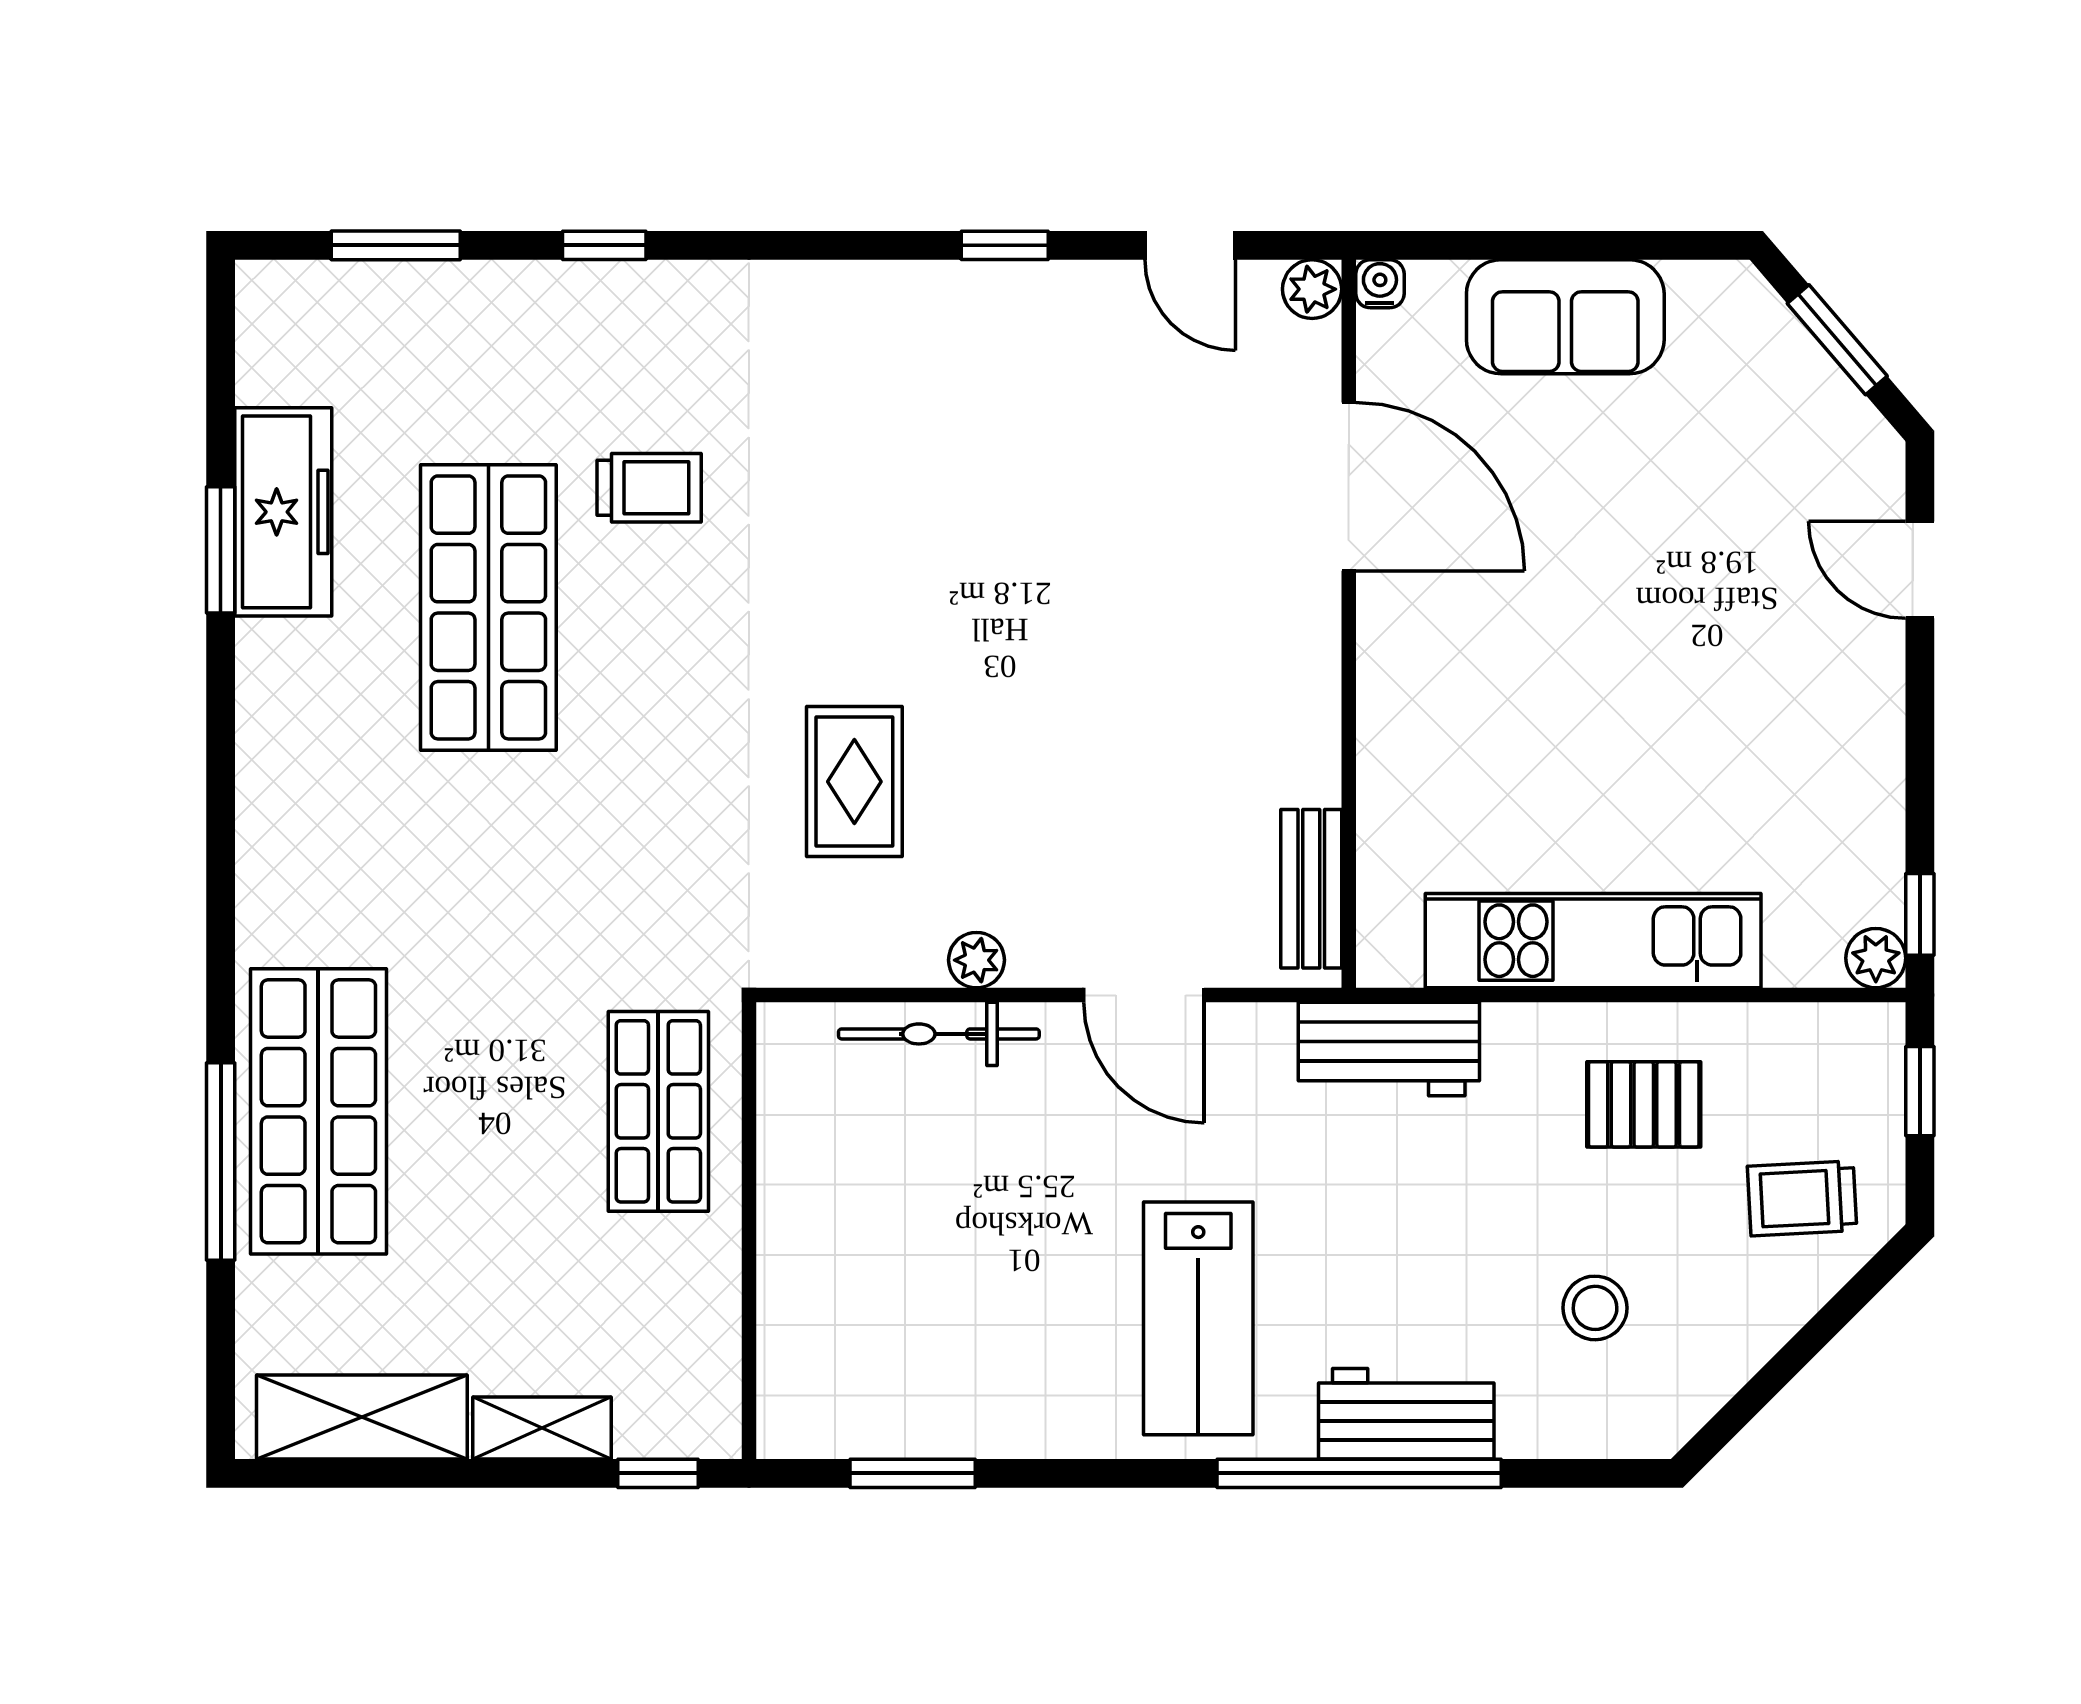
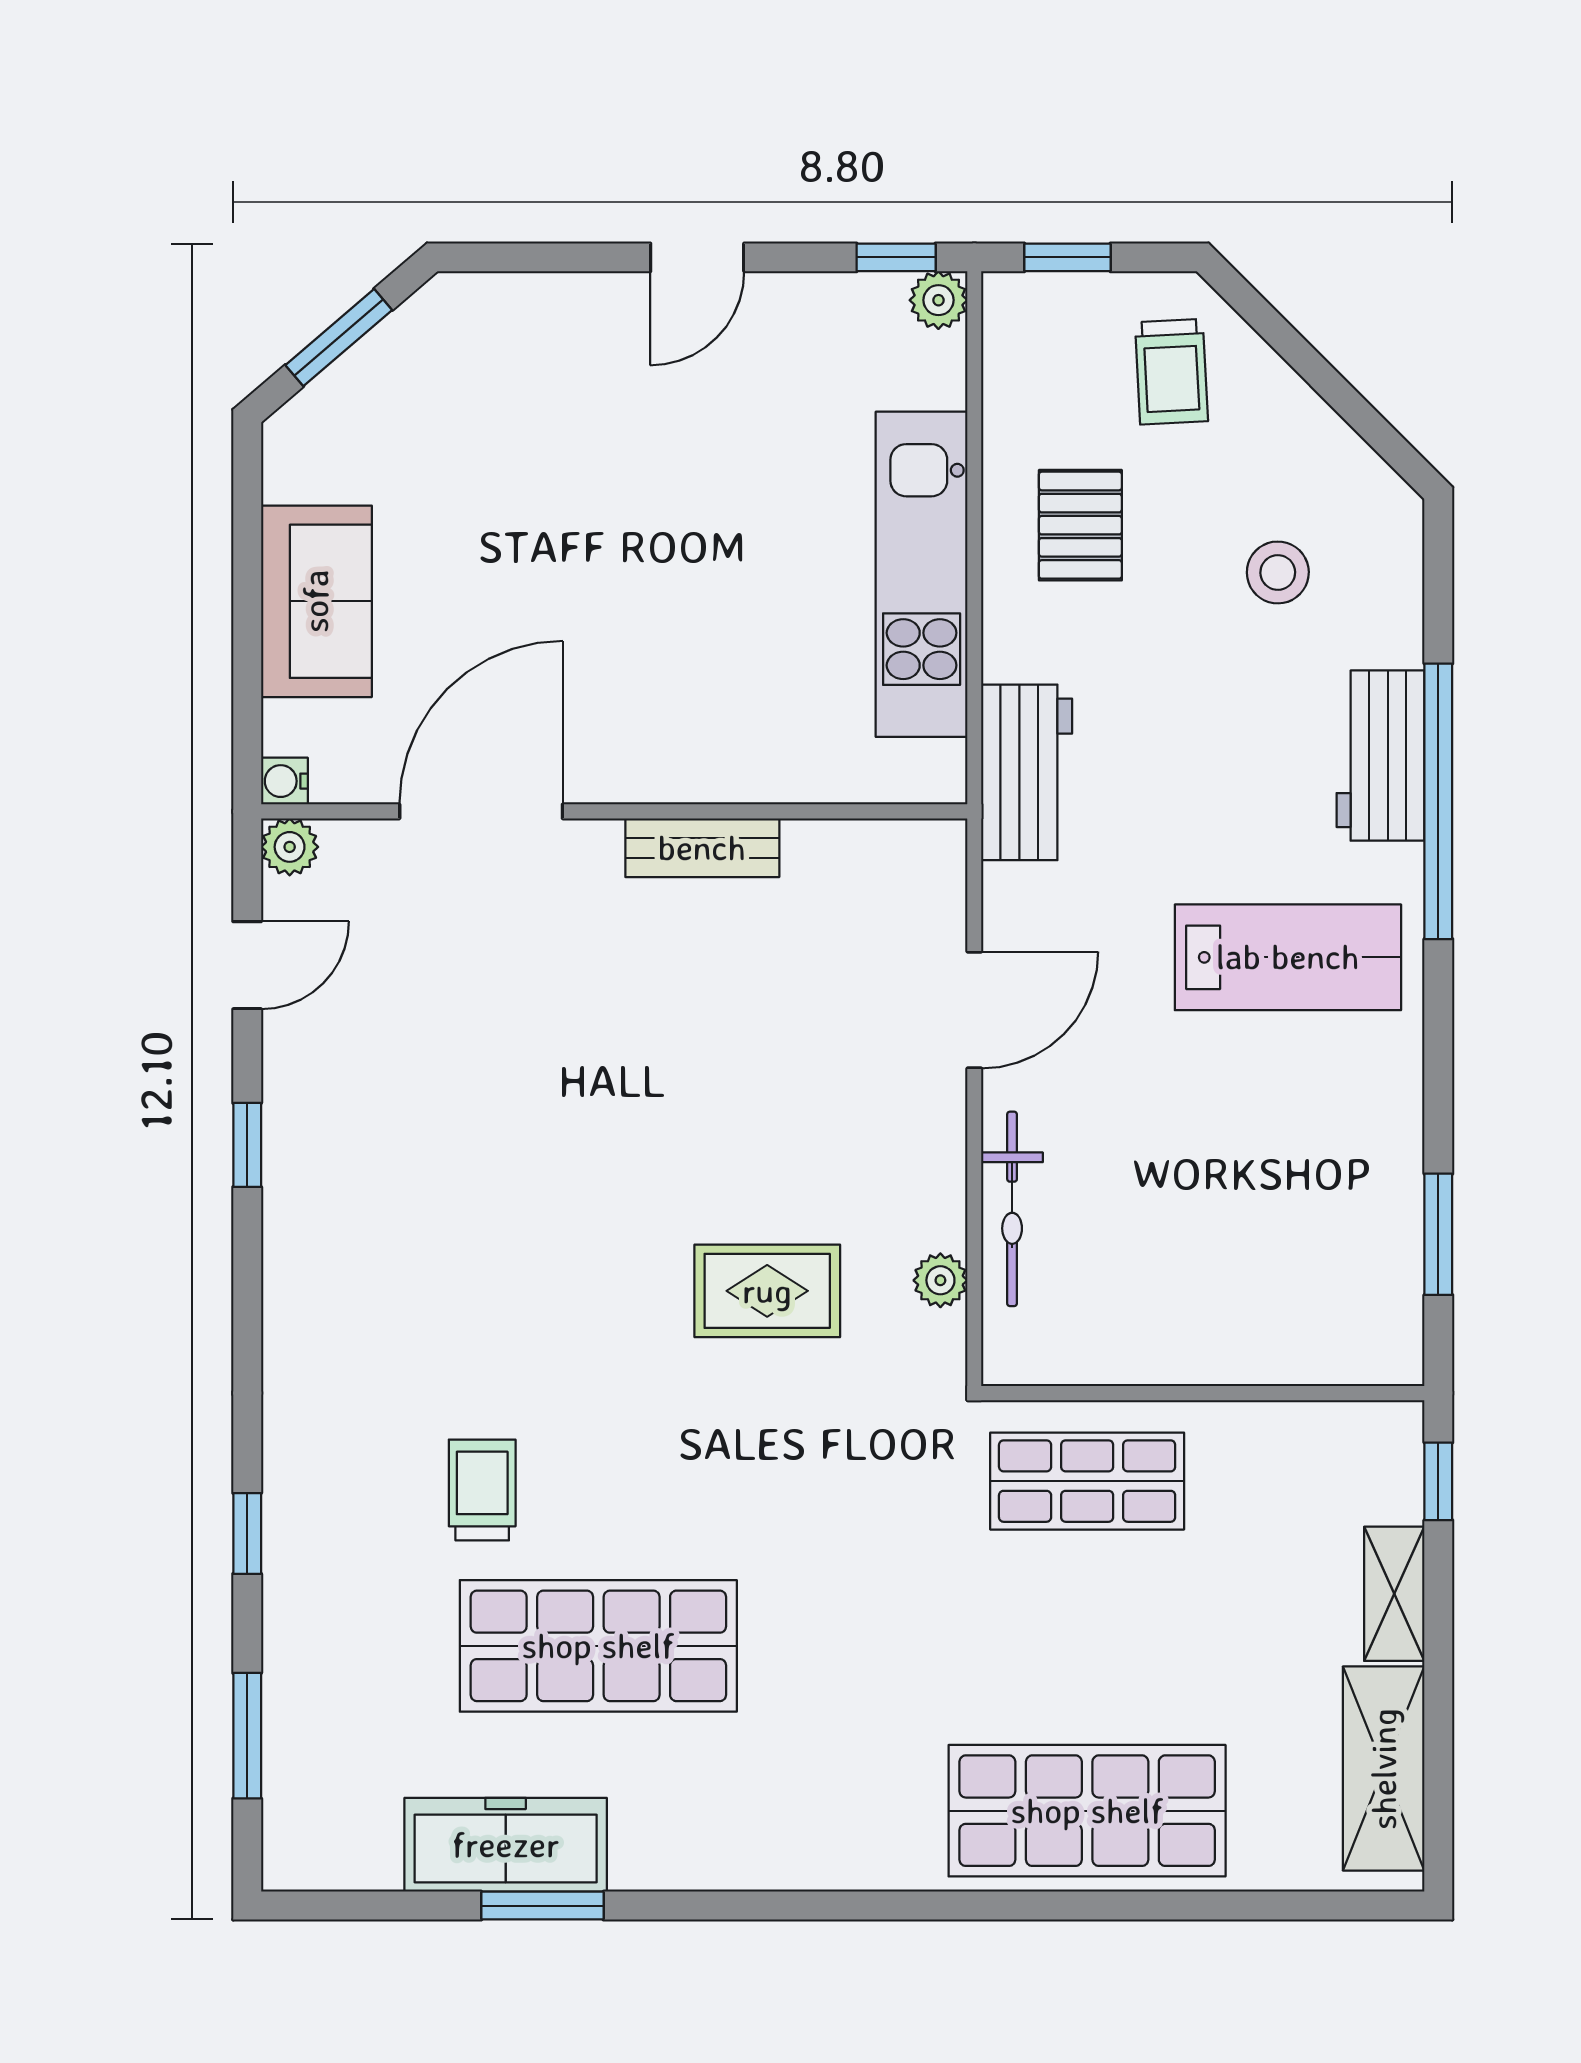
door: (1920, 570) -> (697, 257), moved
bench: (1311, 889) -> (702, 848), moved
plant: (977, 960) -> (940, 1280), moved
window: (221, 1161) -> (1136, 1906), removed

